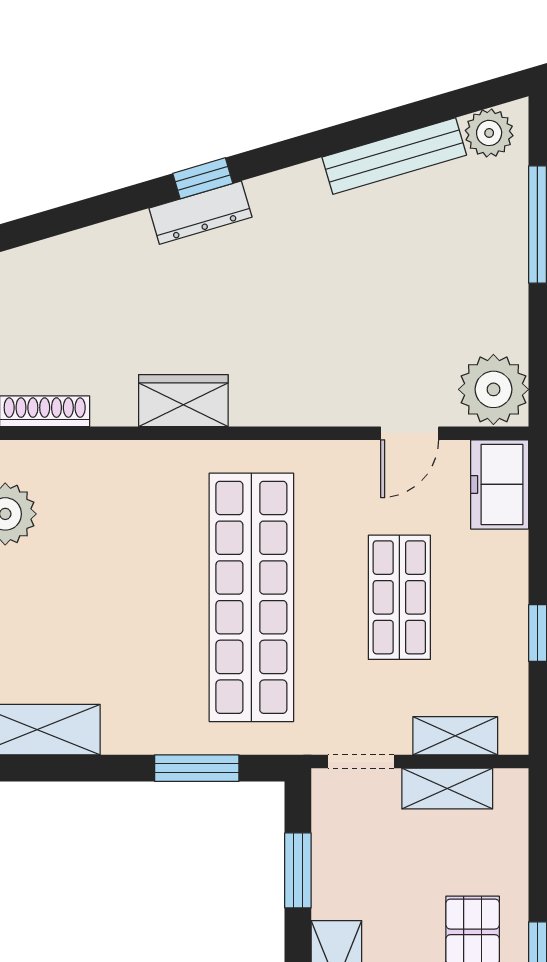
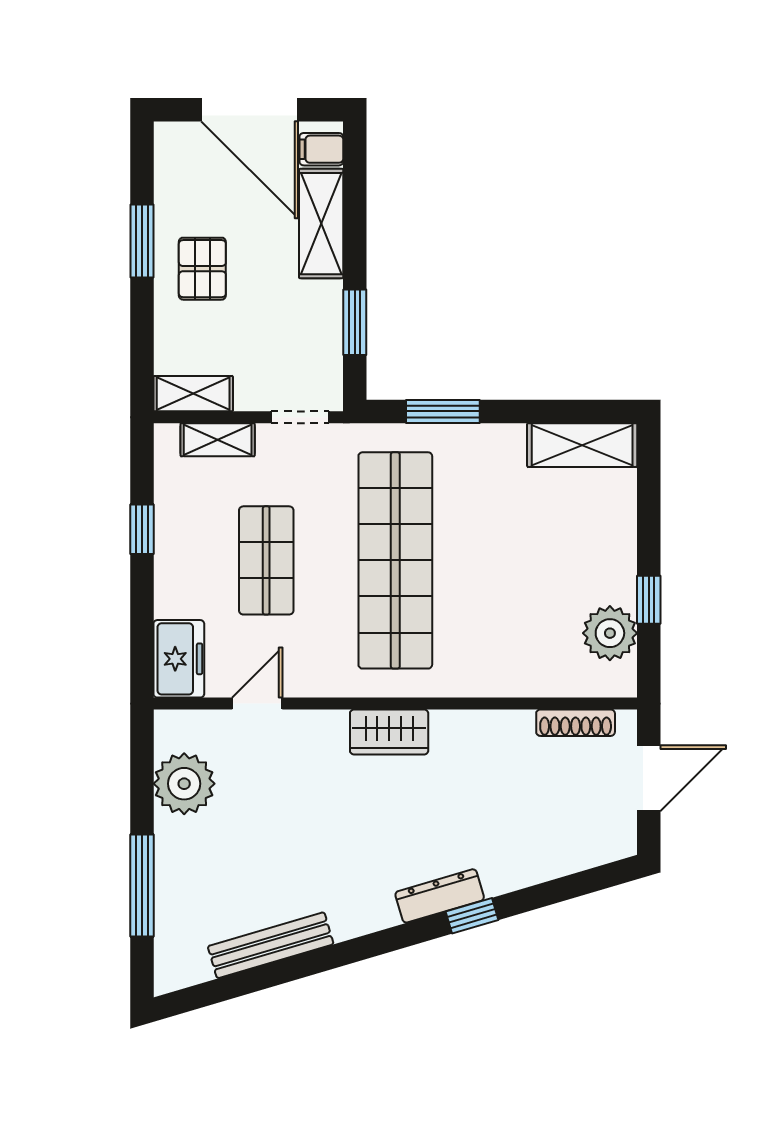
plant: (489, 133) -> (188, 965), removed
window: (203, 178) -> (472, 916), moved
plant: (493, 389) -> (184, 784), moved
wardrobe: (183, 401) -> (389, 732), moved
shelving: (447, 789) -> (193, 394), moved

